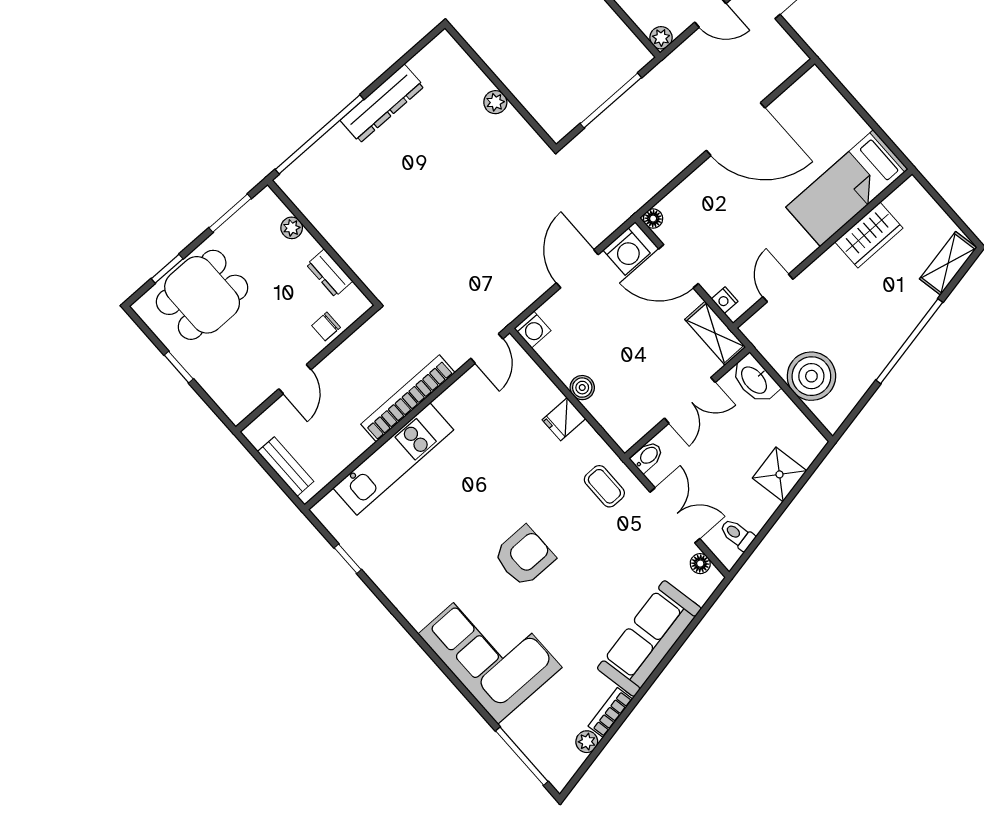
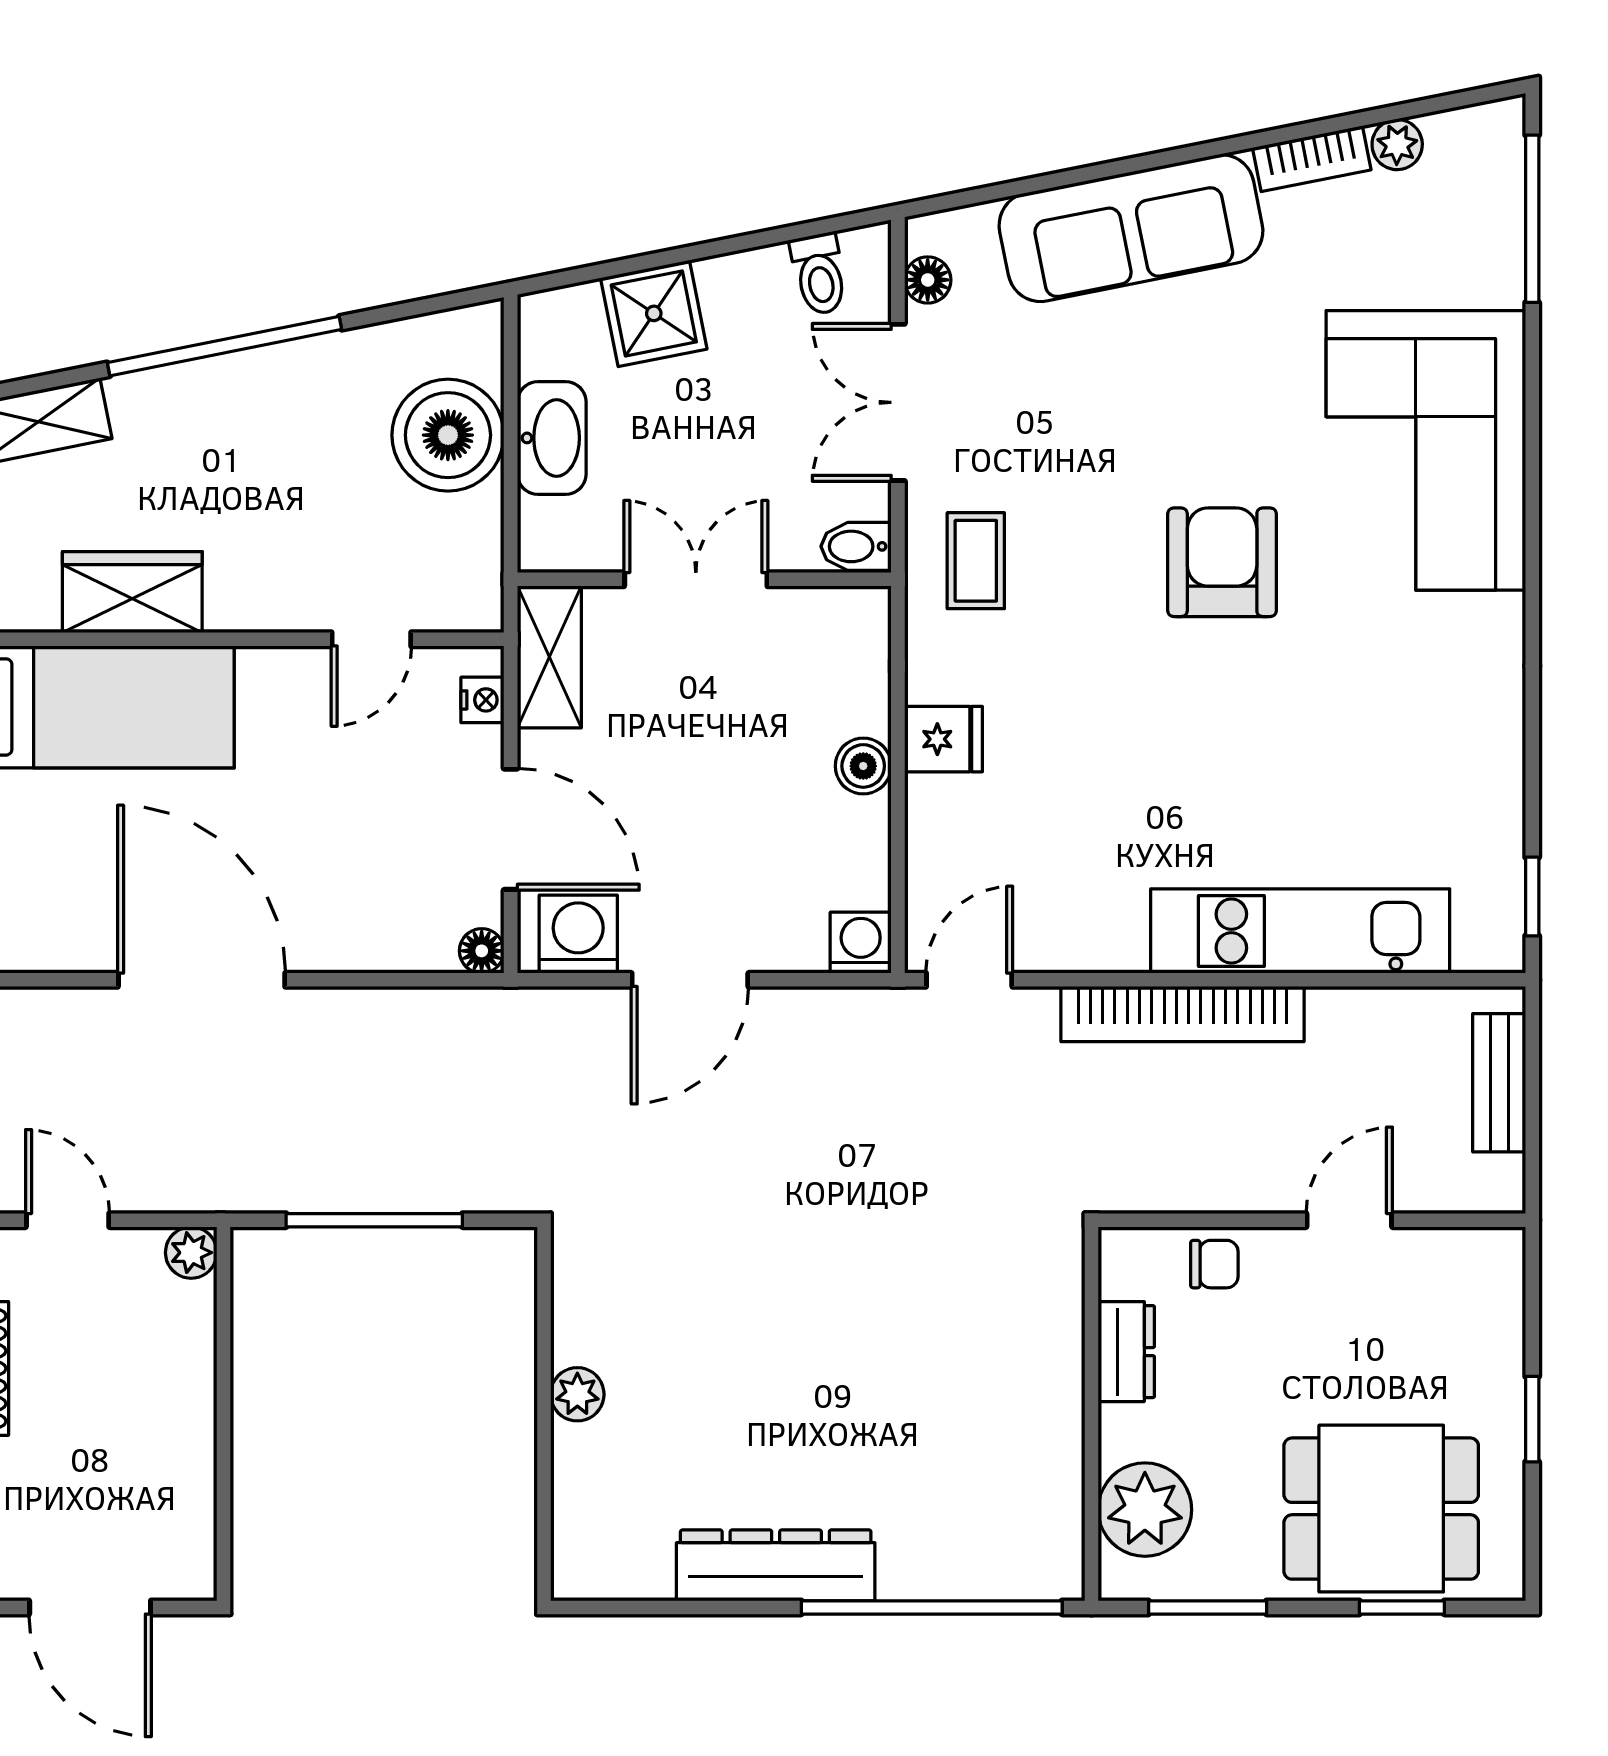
plant: (292, 228) -> (1145, 1510), width x1.88, depth x1.88
washbasin: (755, 380) -> (552, 438), moved
armchair: (524, 556) -> (1222, 562), turned 90
window: (348, 559) -> (1532, 896), moved

